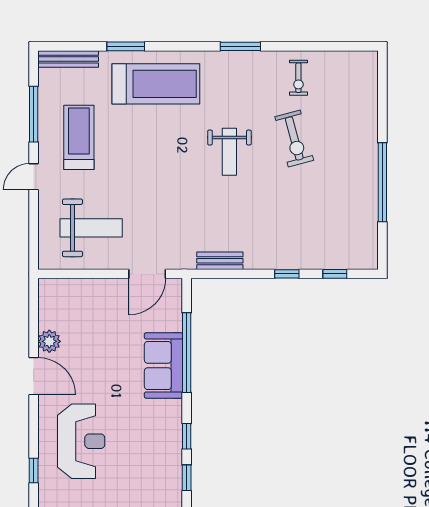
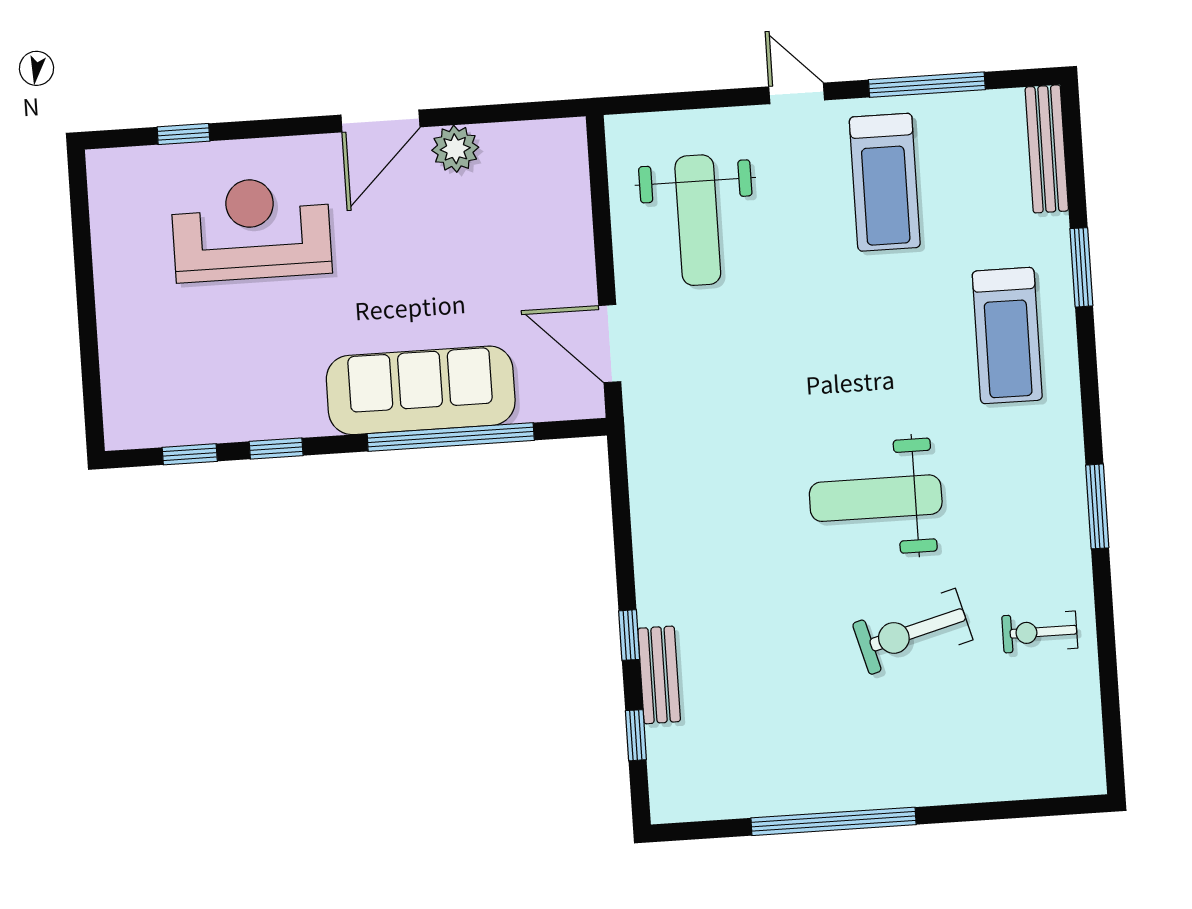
treadmill: (156, 84) -> (1007, 336), width x0.73, depth x0.73
treadmill: (79, 137) -> (885, 182), turned 90
weight bench: (229, 152) -> (876, 498), width x1.36, depth x1.33
bench: (220, 261) -> (659, 675), moved
sofa: (163, 365) -> (421, 390), width x1.36
reception desk: (81, 441) -> (251, 229), turned 180

